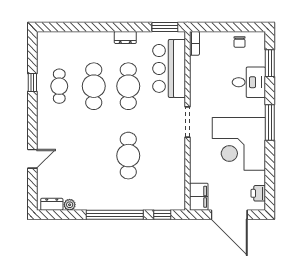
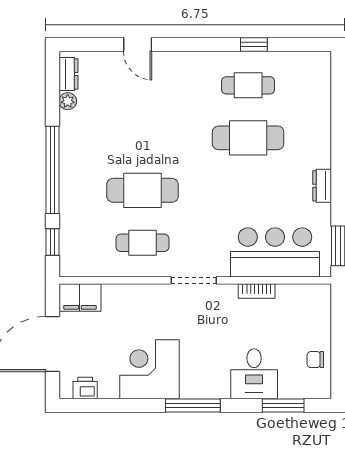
bookcase: (194, 43) -> (257, 291), moved
cafe table: (128, 86) -> (142, 243), moved, width x0.73, depth x0.74
corner desk: (239, 144) -> (150, 369), width x0.74, depth x0.74

